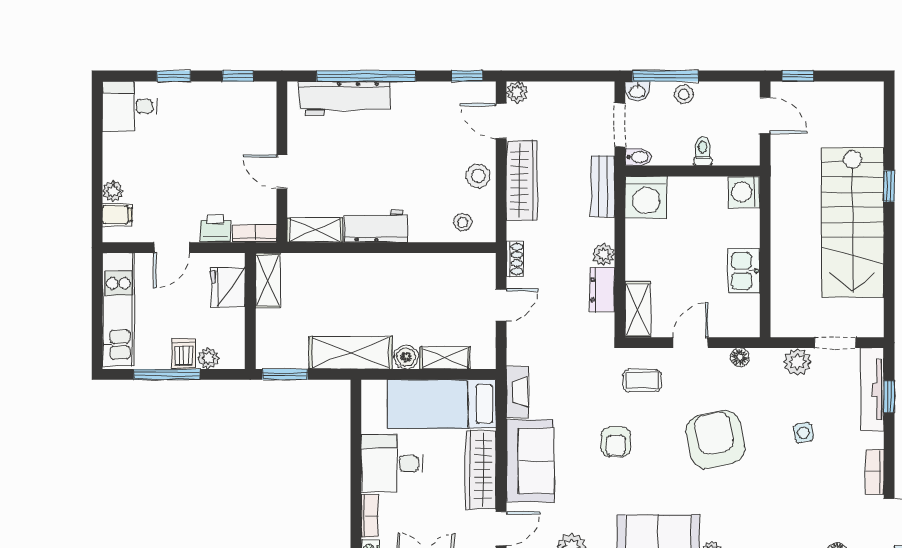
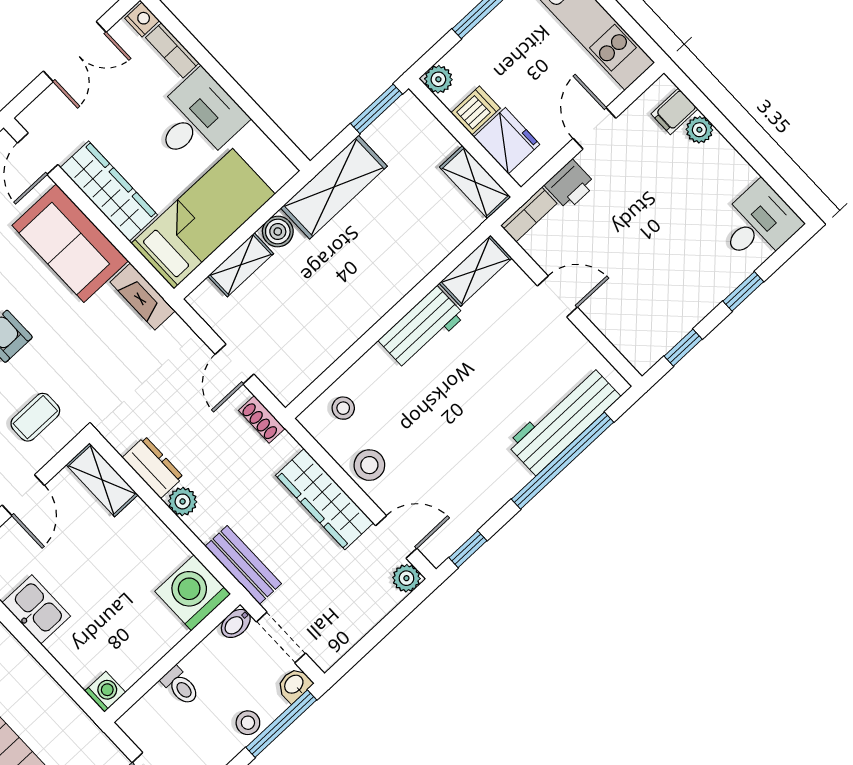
washing machine: (744, 192) -> (105, 692), width x0.73, depth x0.73
dishwasher: (184, 354) -> (476, 110), moved, turned -90
plant: (208, 358) -> (438, 79), moved

